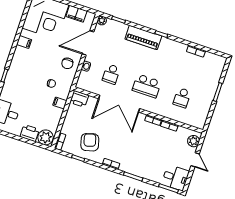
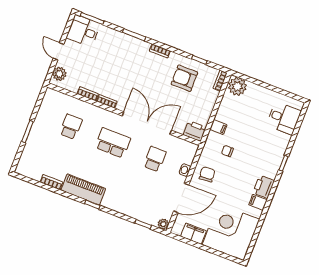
piano: (143, 38) -> (83, 189), moved
printer: (30, 133) -> (264, 187), moved, turned 90
armchair: (90, 142) -> (184, 78), turned 106

